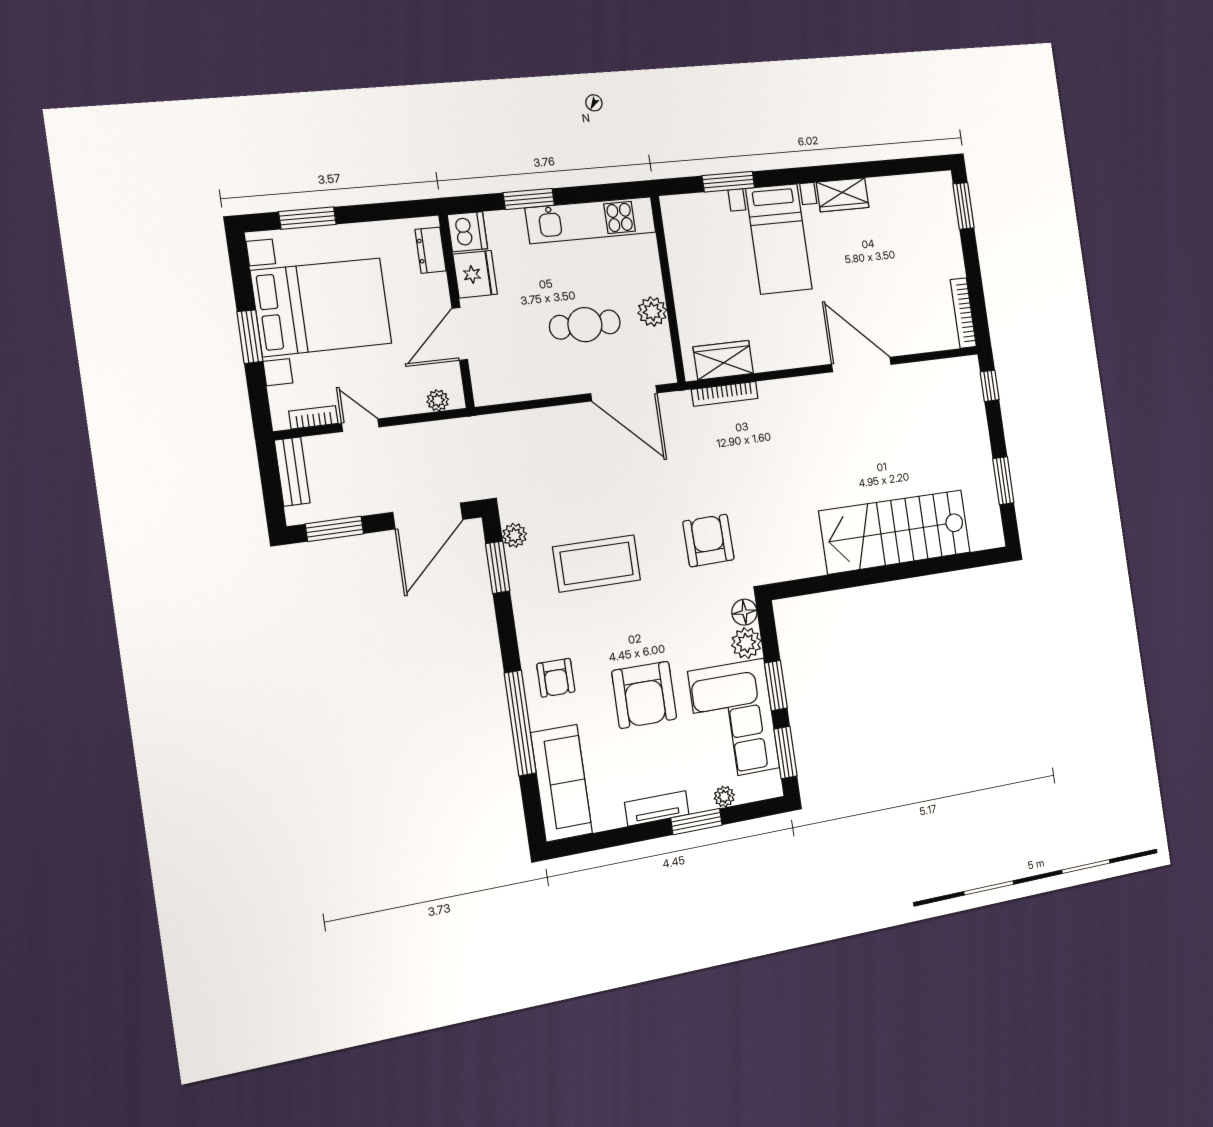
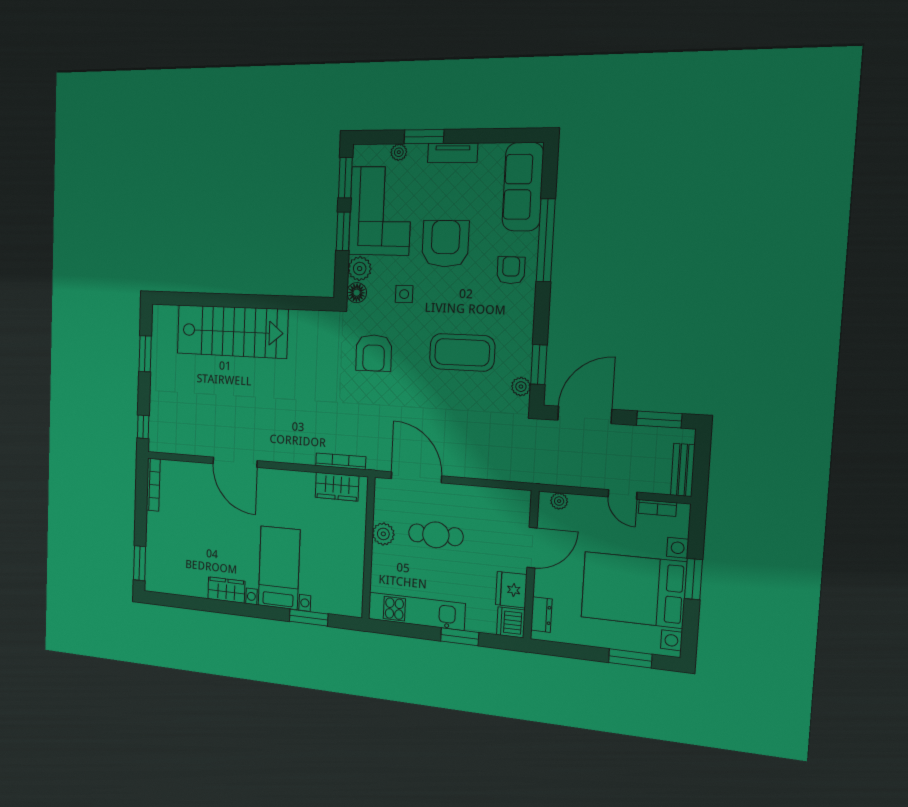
side table: (684, 622) -> (404, 294), added

